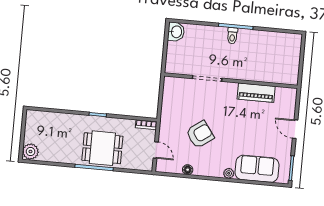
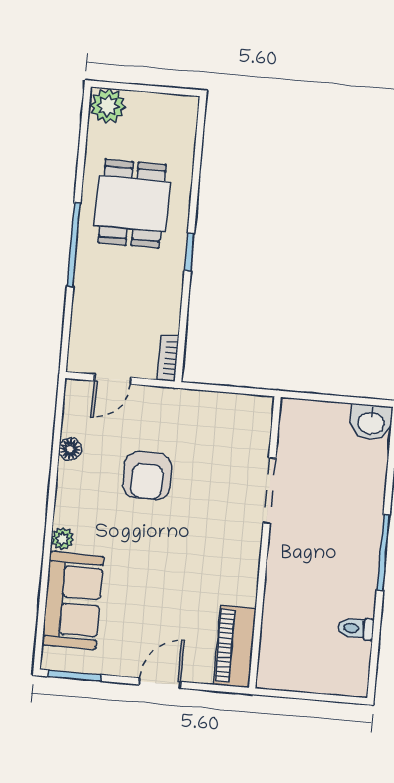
toilet: (232, 36) -> (356, 628), moved
piano: (256, 93) -> (235, 646), moved
armchair: (200, 134) -> (147, 476), turned 36
dining table: (102, 148) -> (132, 204), moved

